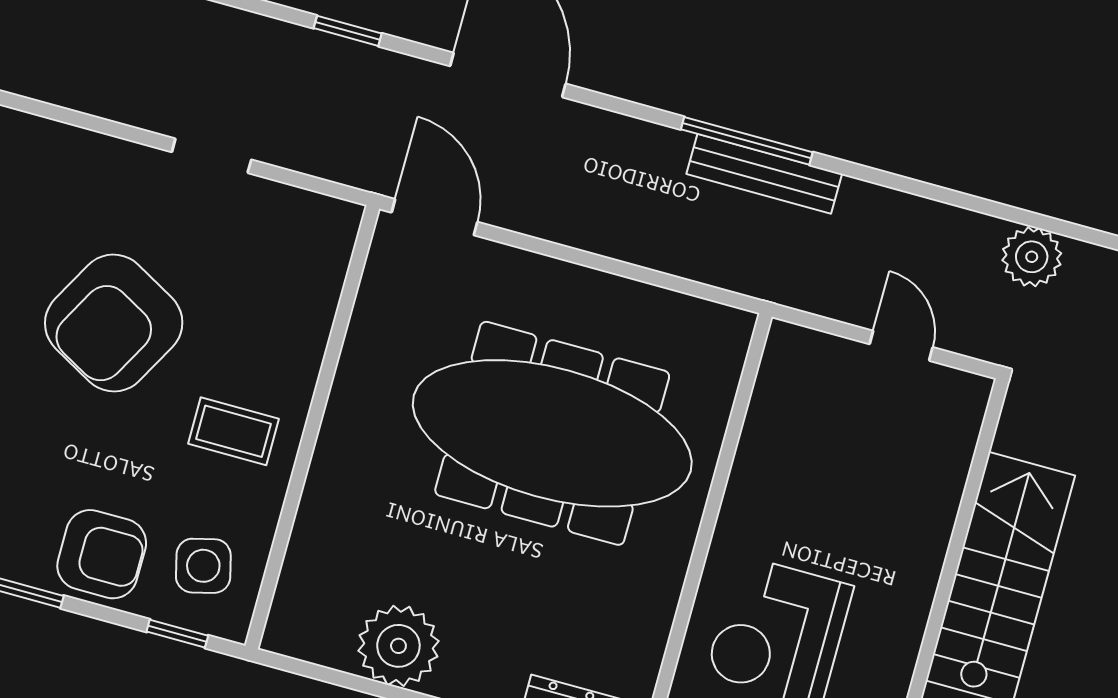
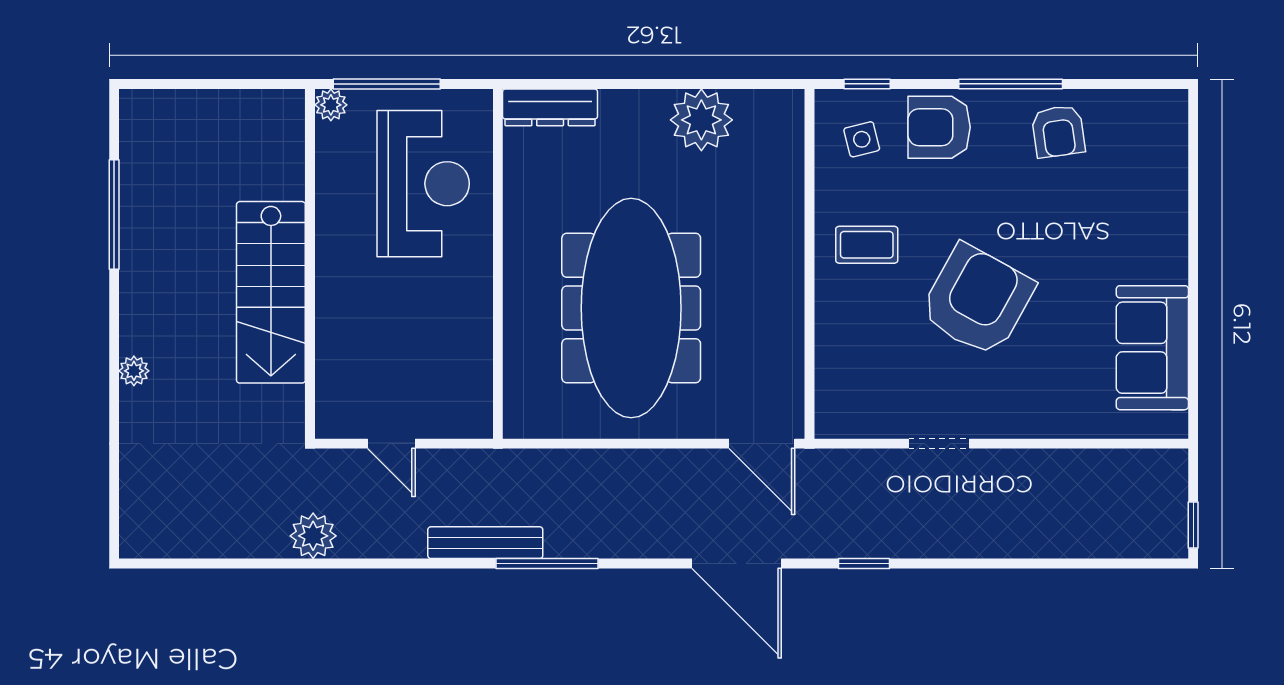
bench: (764, 174) -> (485, 543), moved
meeting table: (552, 433) -> (631, 308), turned 90
side table: (203, 566) -> (862, 139), width x0.73, depth x0.73

